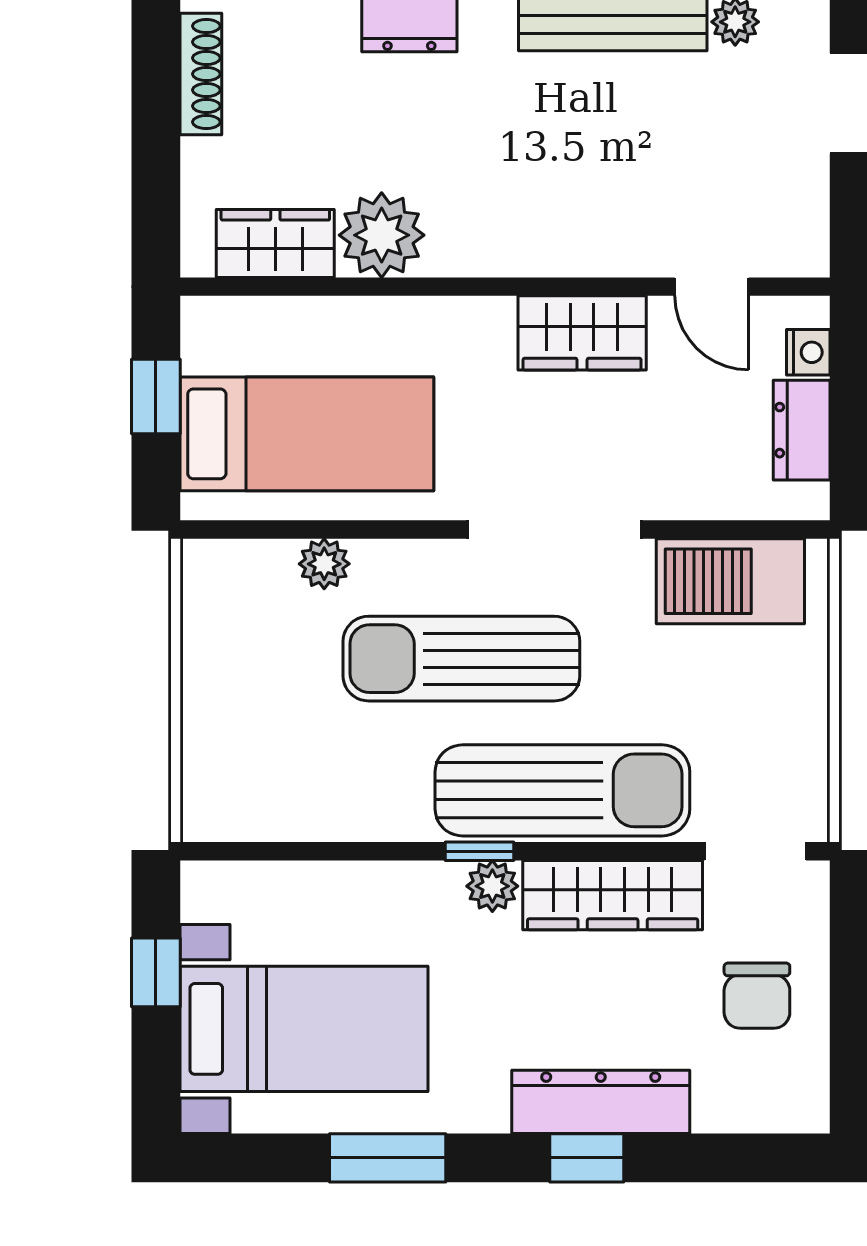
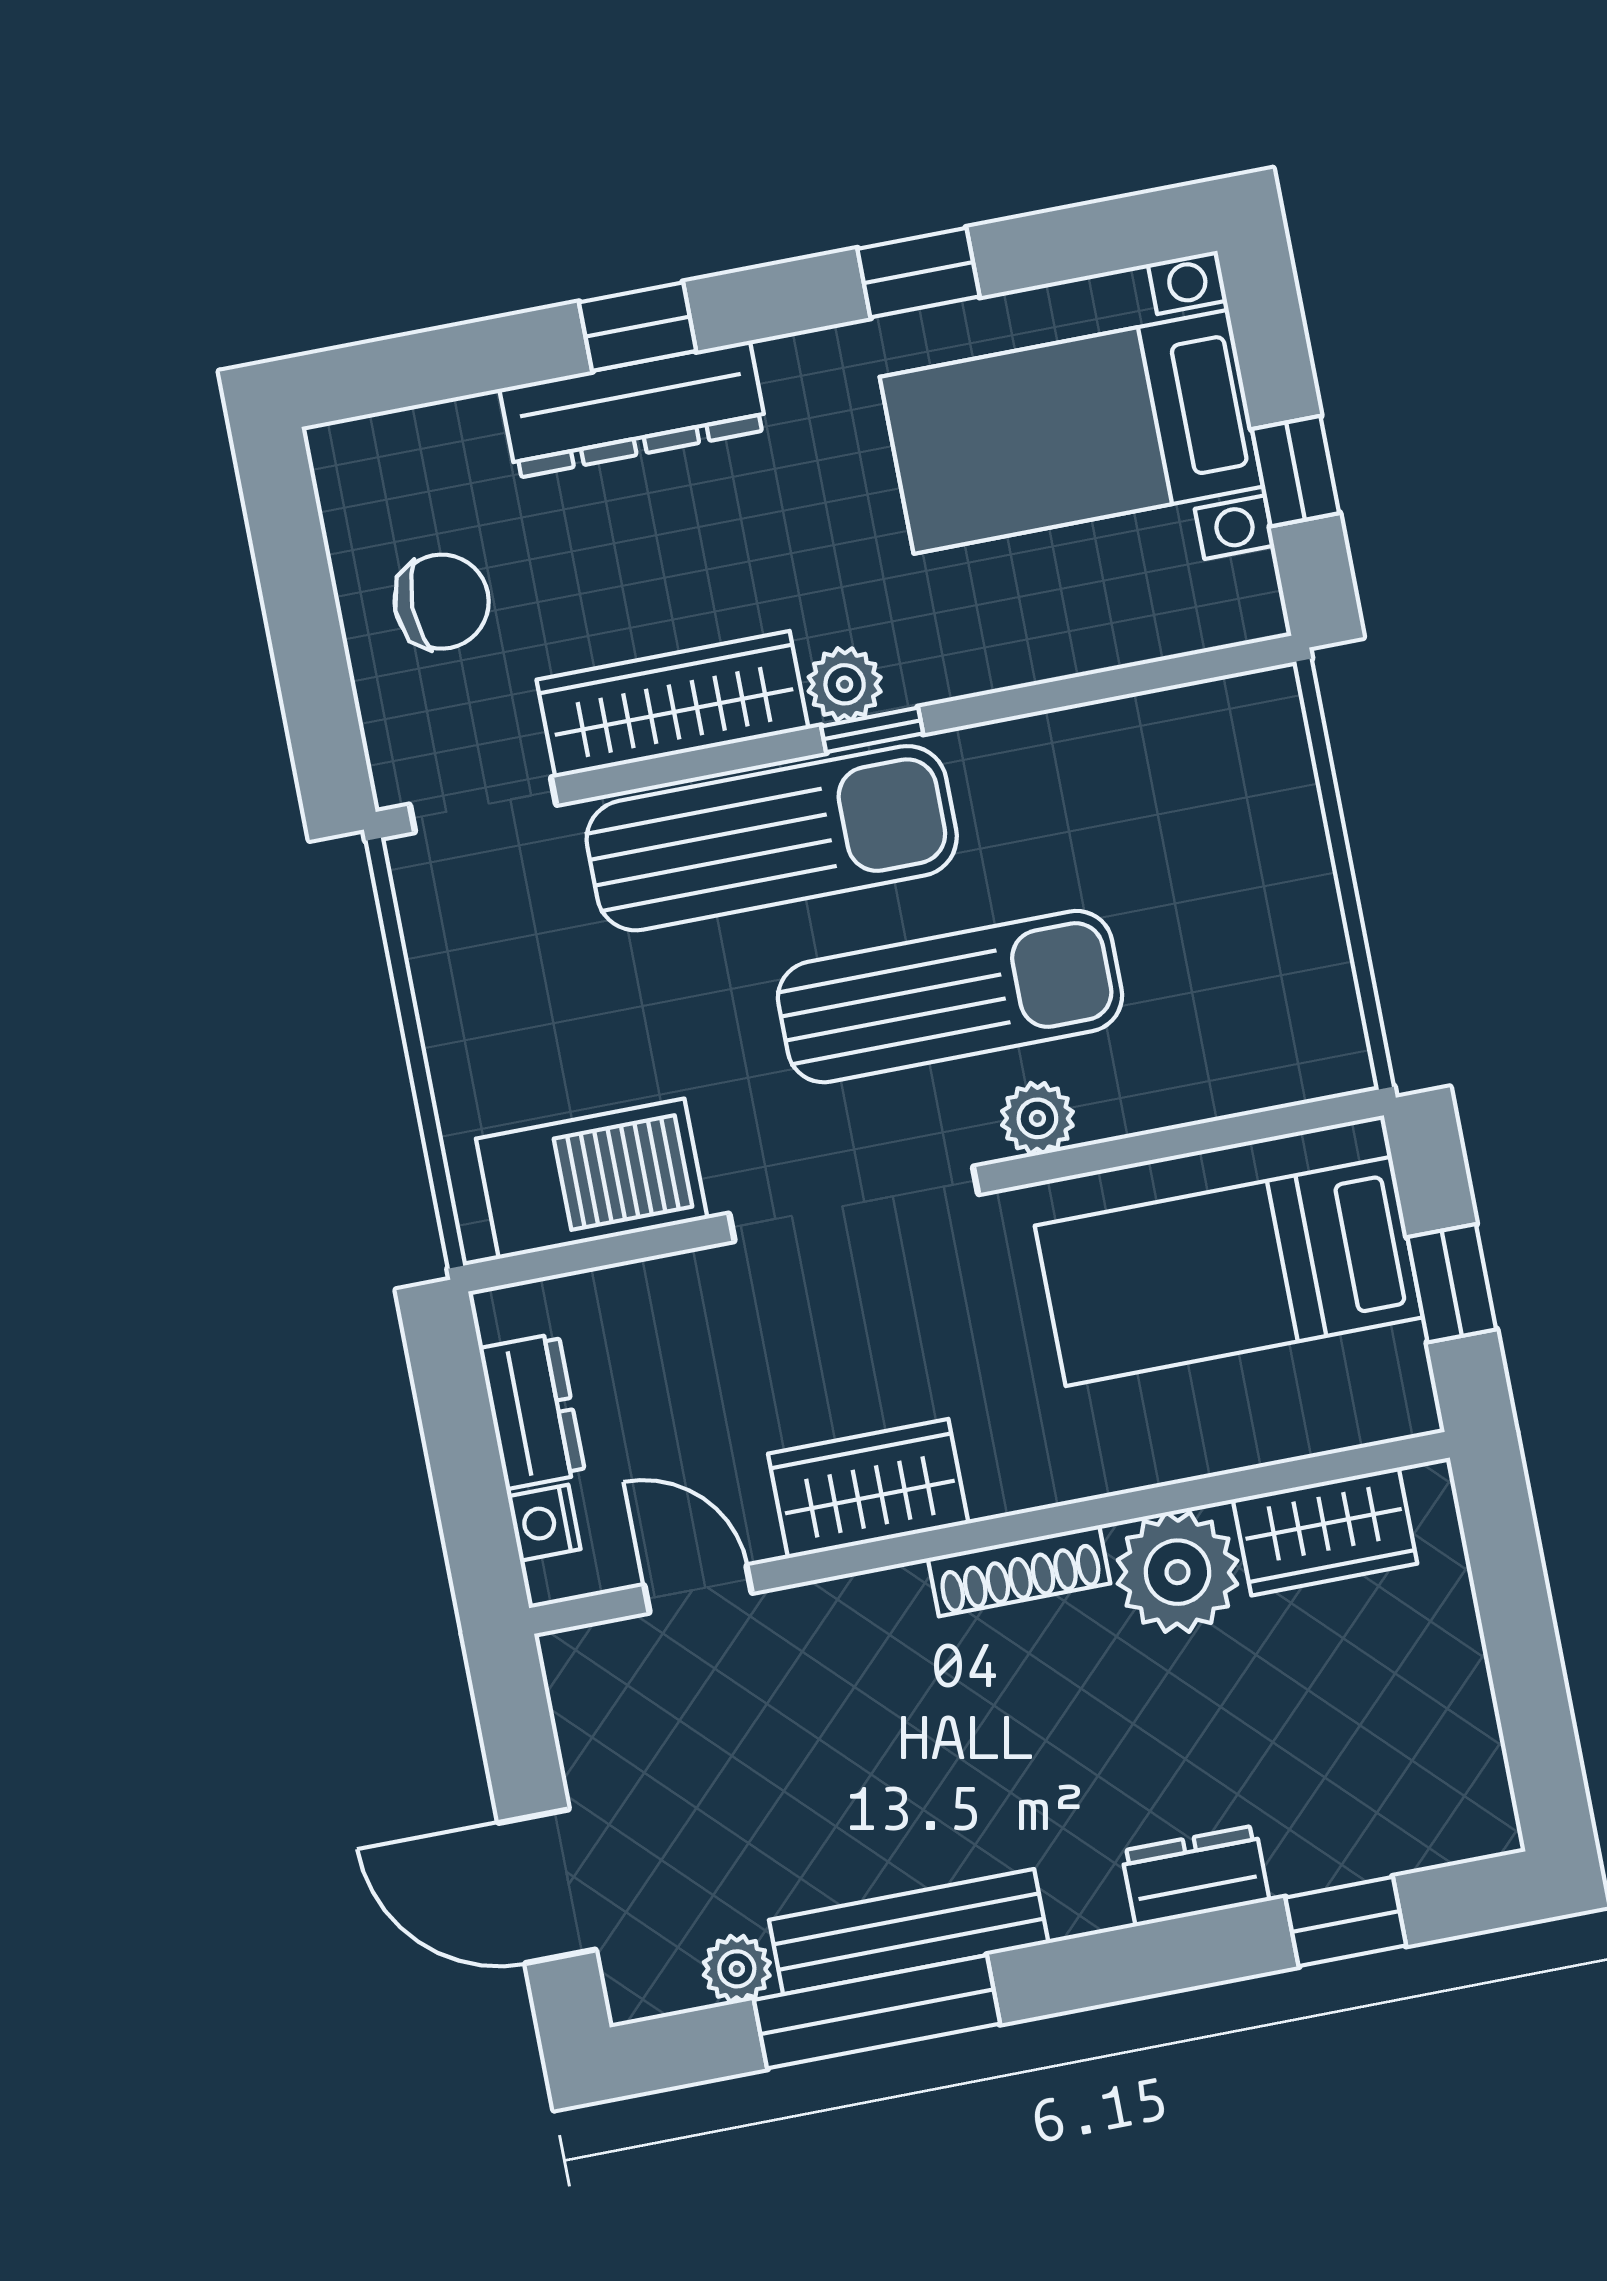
shoe rack: (201, 74) -> (1019, 1571), moved, turned -90
plant: (324, 564) -> (1037, 1118), moved
sun lounger: (562, 790) -> (772, 838), turned 180
chair: (757, 996) -> (442, 602), turned 90
window: (388, 1158) -> (918, 273), width x0.67

